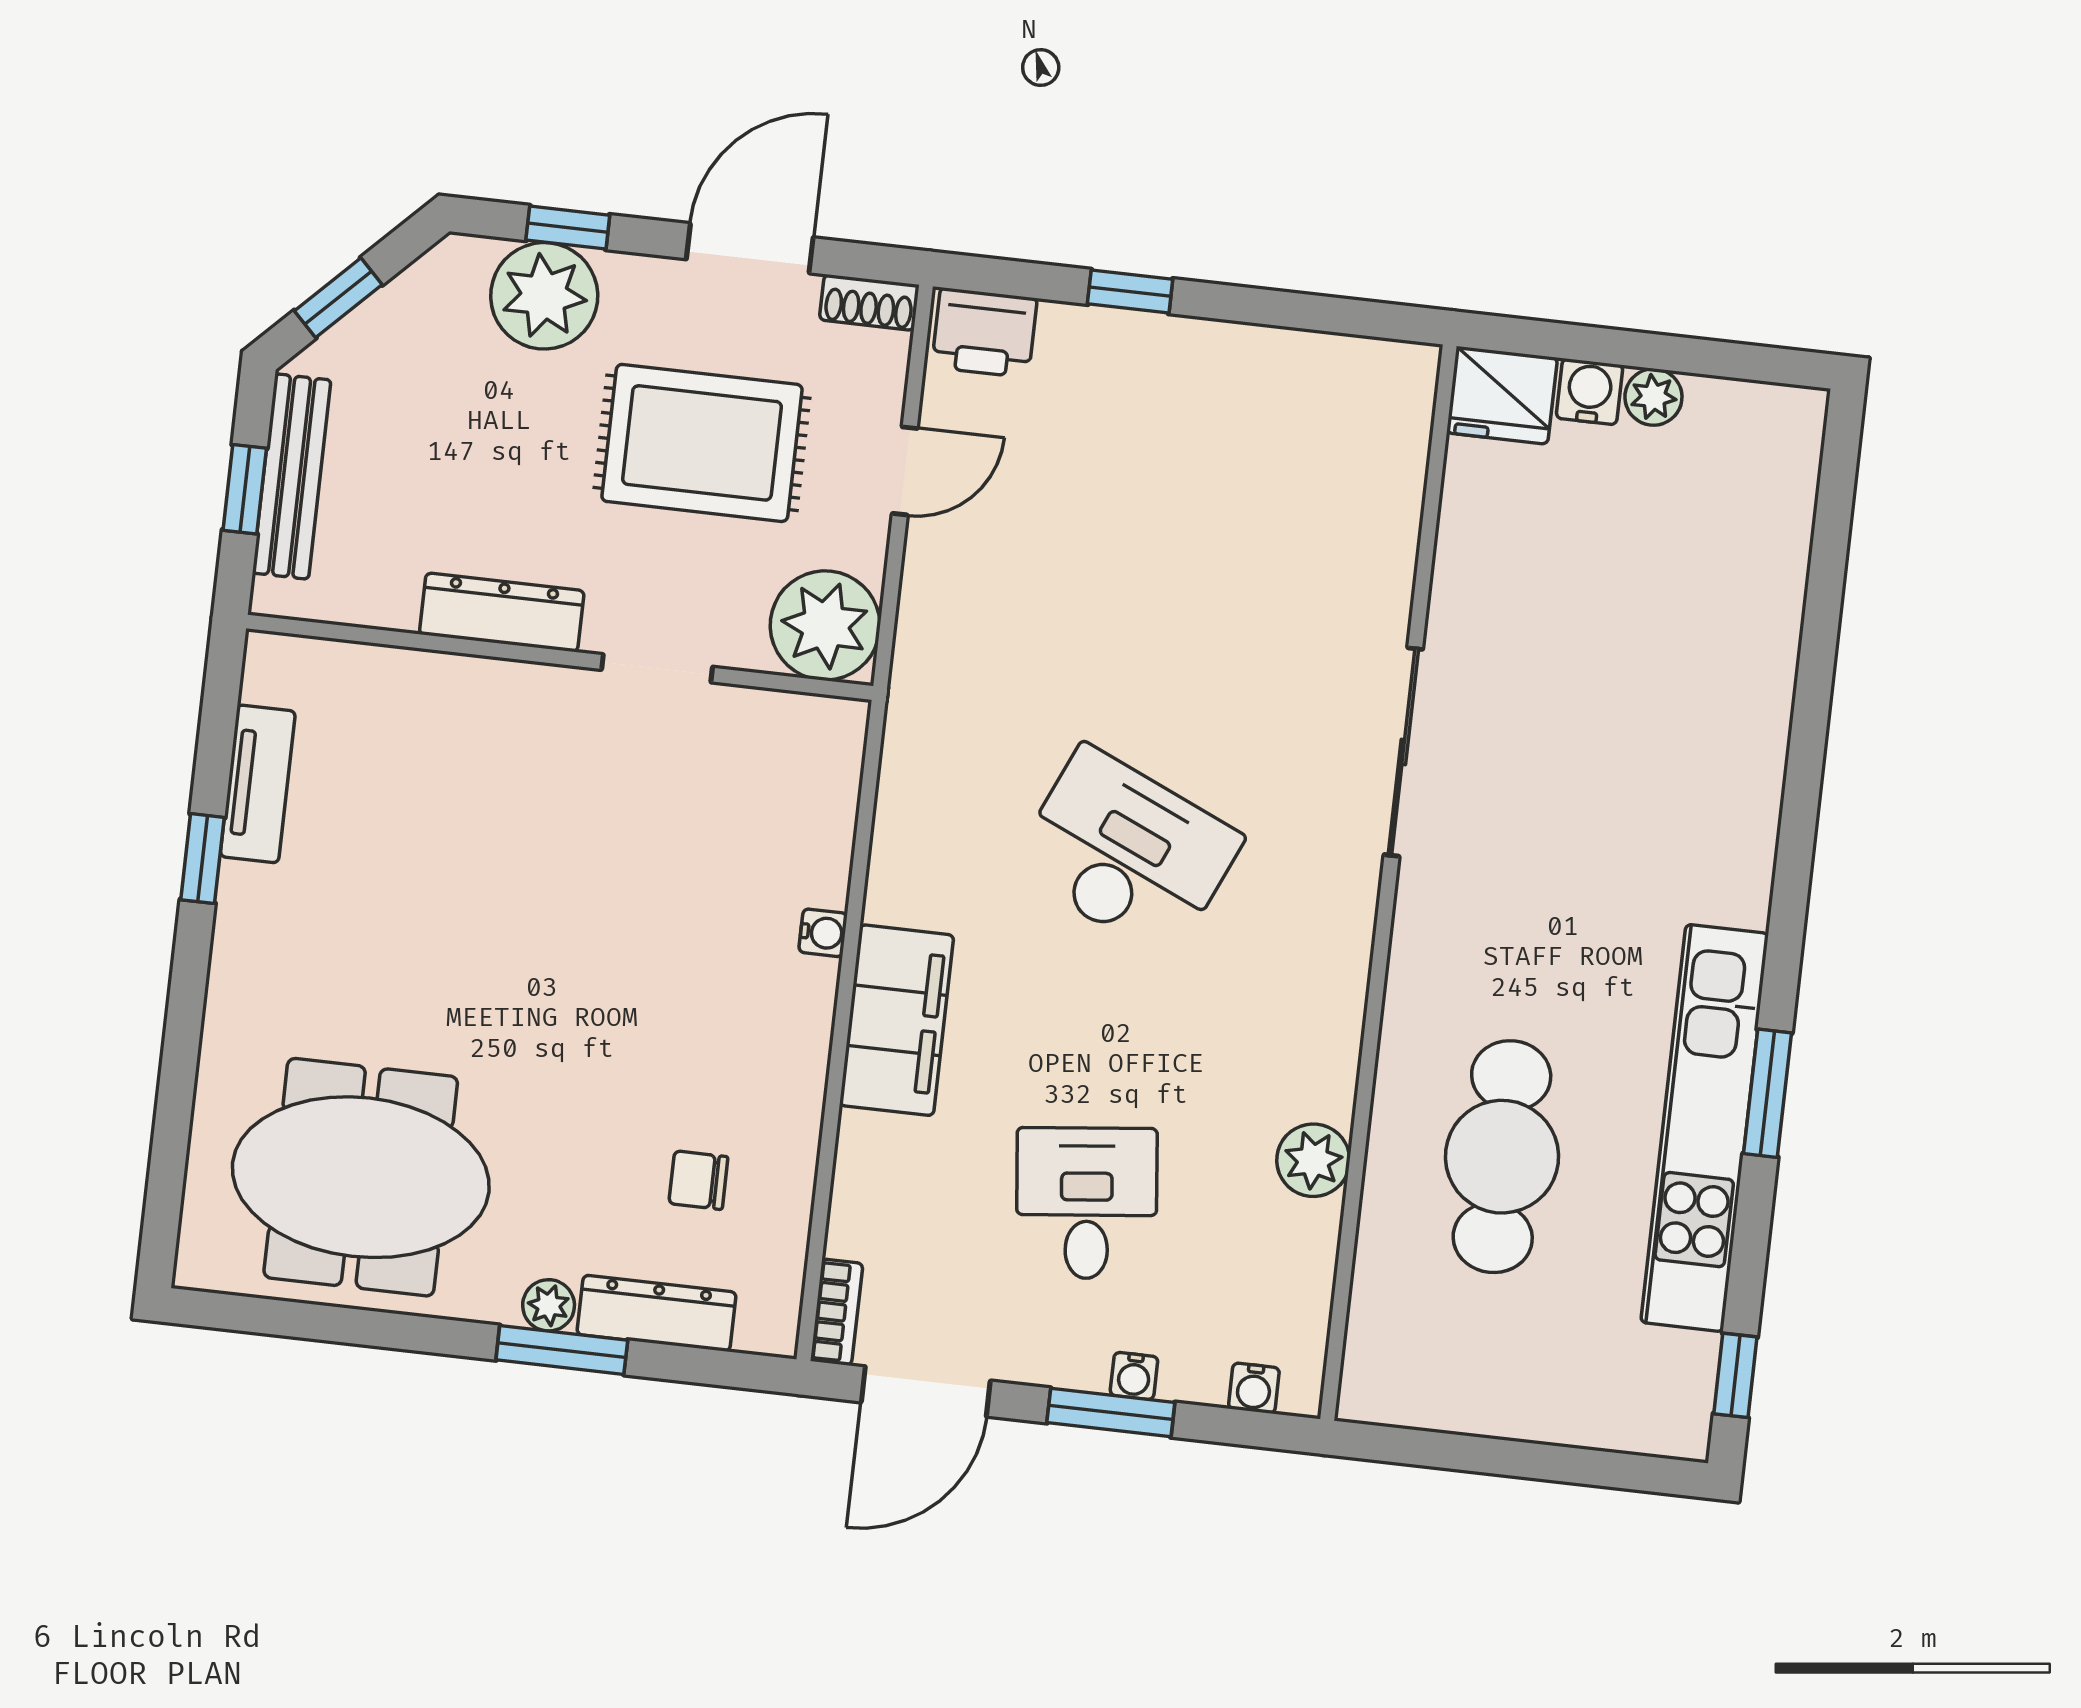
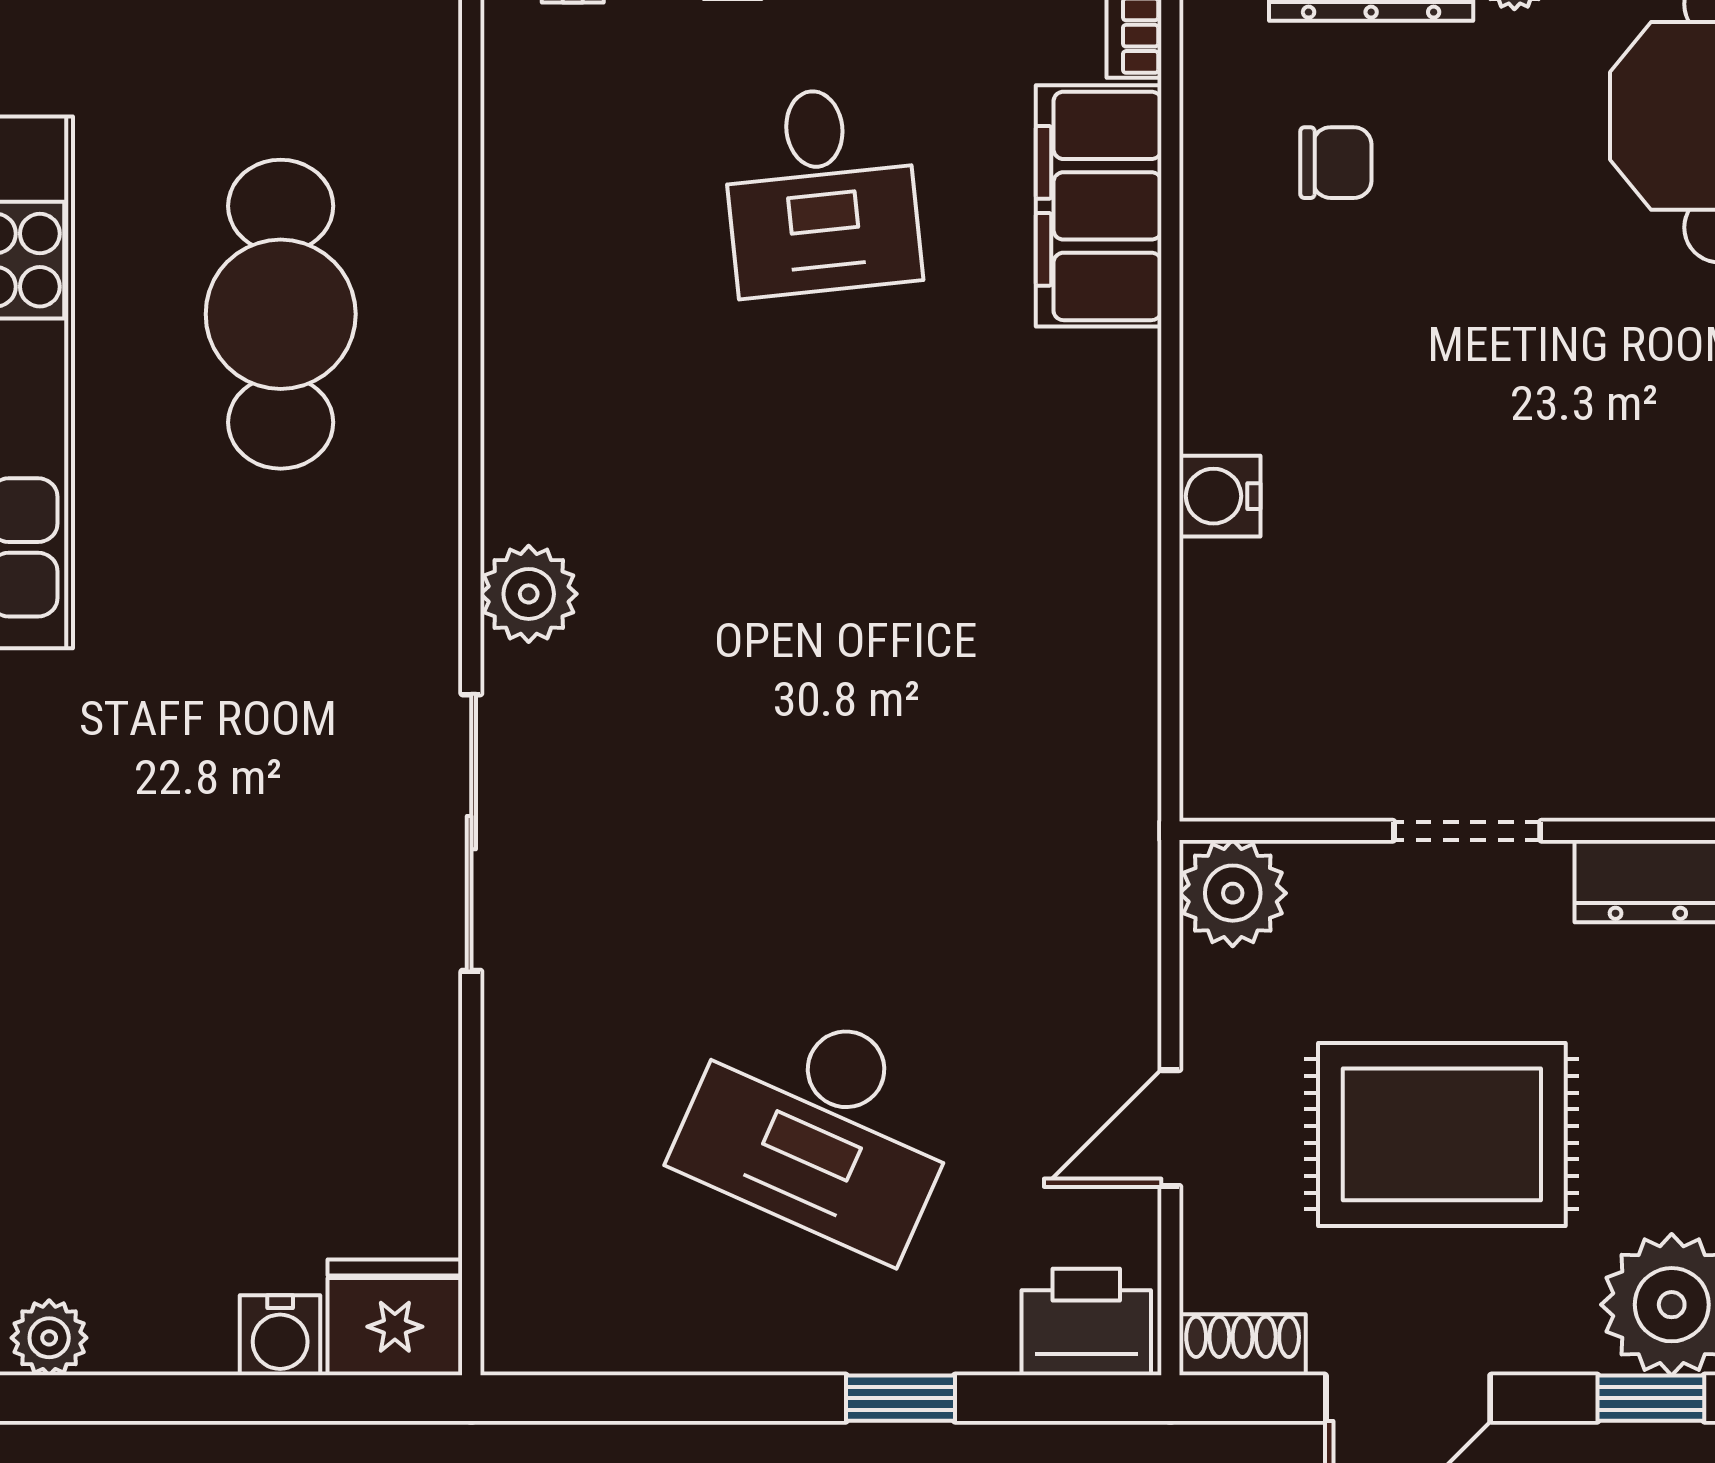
plant: (1653, 397) -> (49, 1338), moved
plant: (825, 625) -> (1233, 893), width x0.73, depth x0.73
desk: (1127, 853) -> (821, 1126), moved
water cooler: (823, 933) -> (1220, 496), width x1.38, depth x1.38
filing cabinet: (897, 1020) -> (1099, 206), moved
plant: (1313, 1160) -> (529, 594), moved

